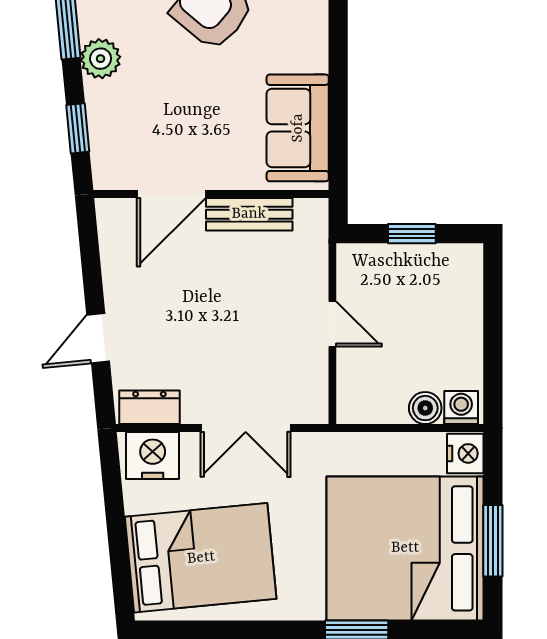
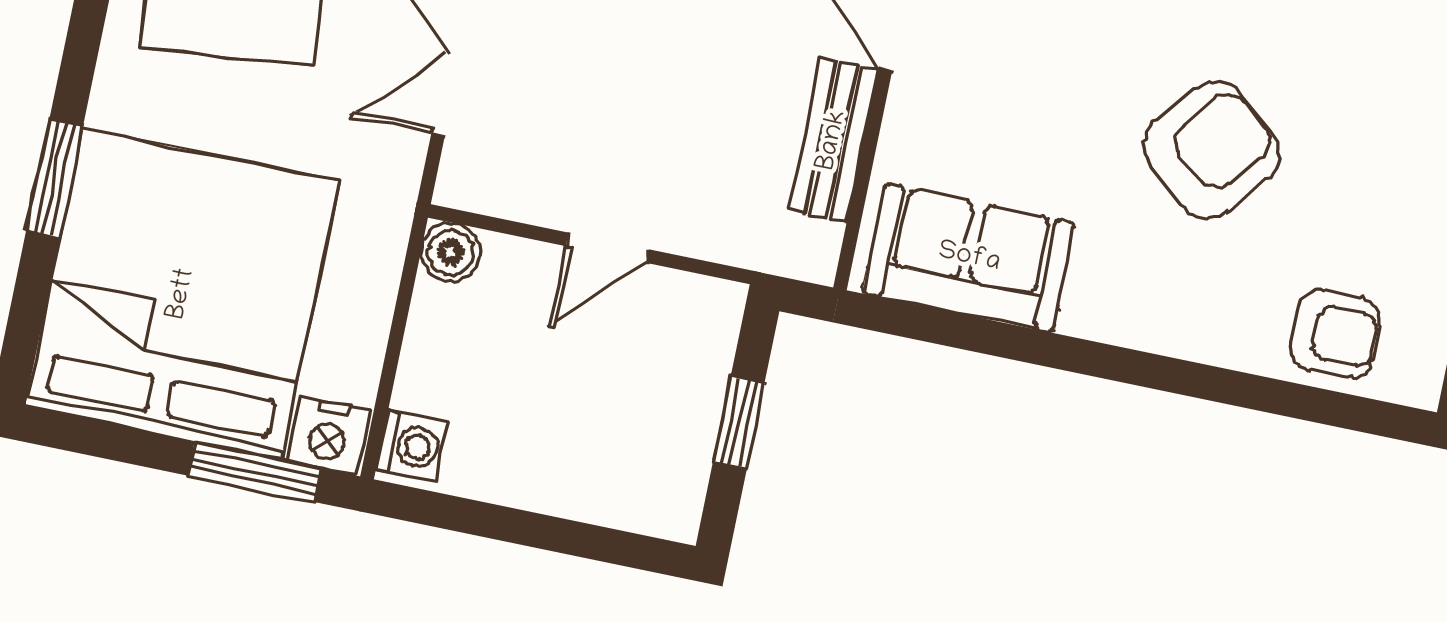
boiler: (425, 408) -> (451, 252), moved
window: (493, 541) -> (255, 472), moved

